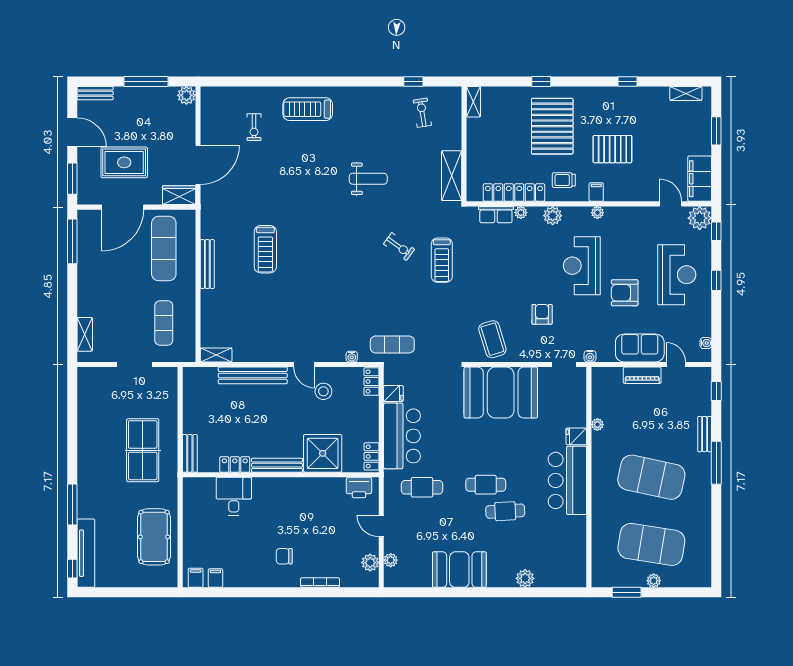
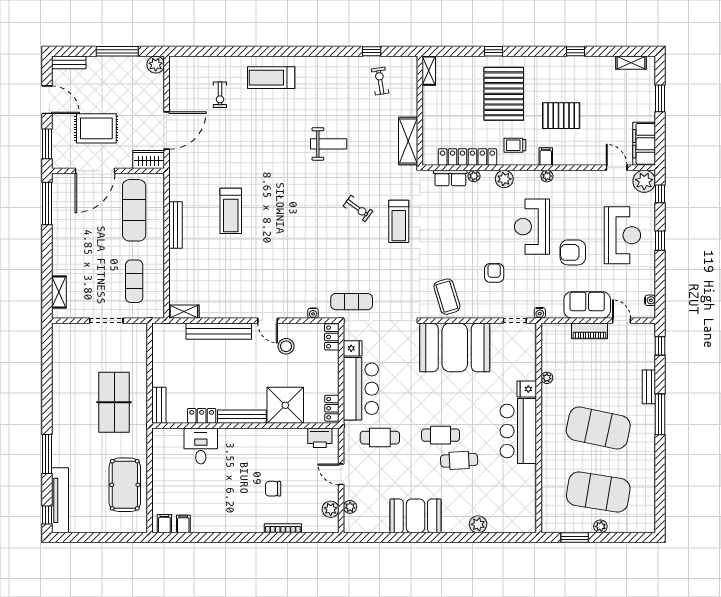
chair: (284, 556) -> (273, 489), moved

